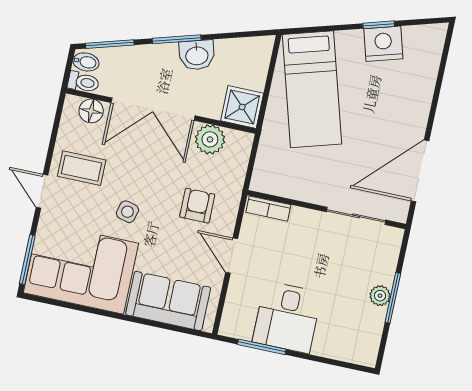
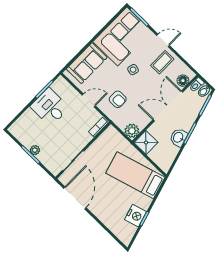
plant: (210, 139) -> (132, 131), moved

